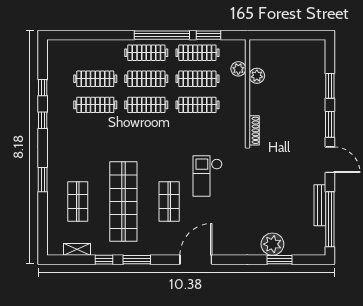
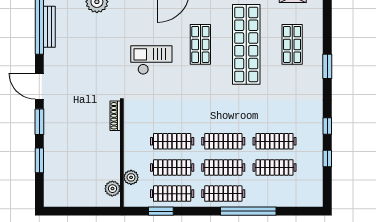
window: (162, 35) -> (248, 211), moved
plant: (257, 76) -> (112, 189), moved
checkout: (208, 176) -> (151, 60), moved, turned -90
bench: (320, 205) -> (49, 27), moved

